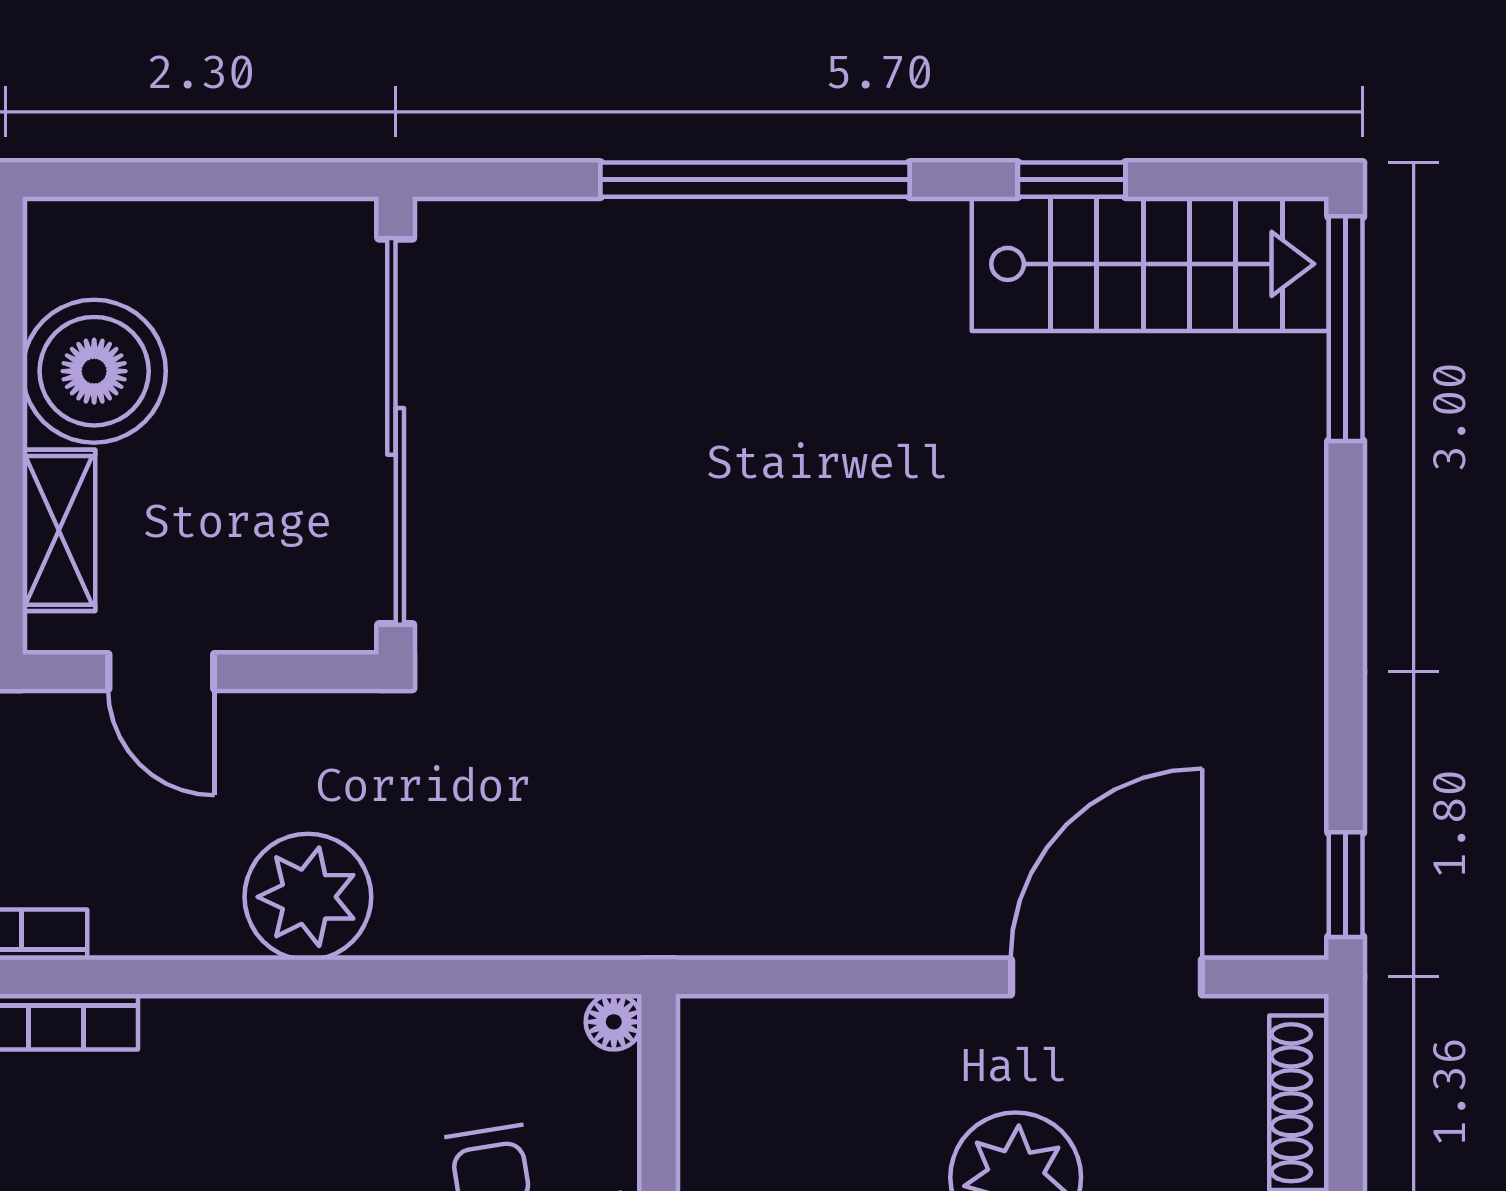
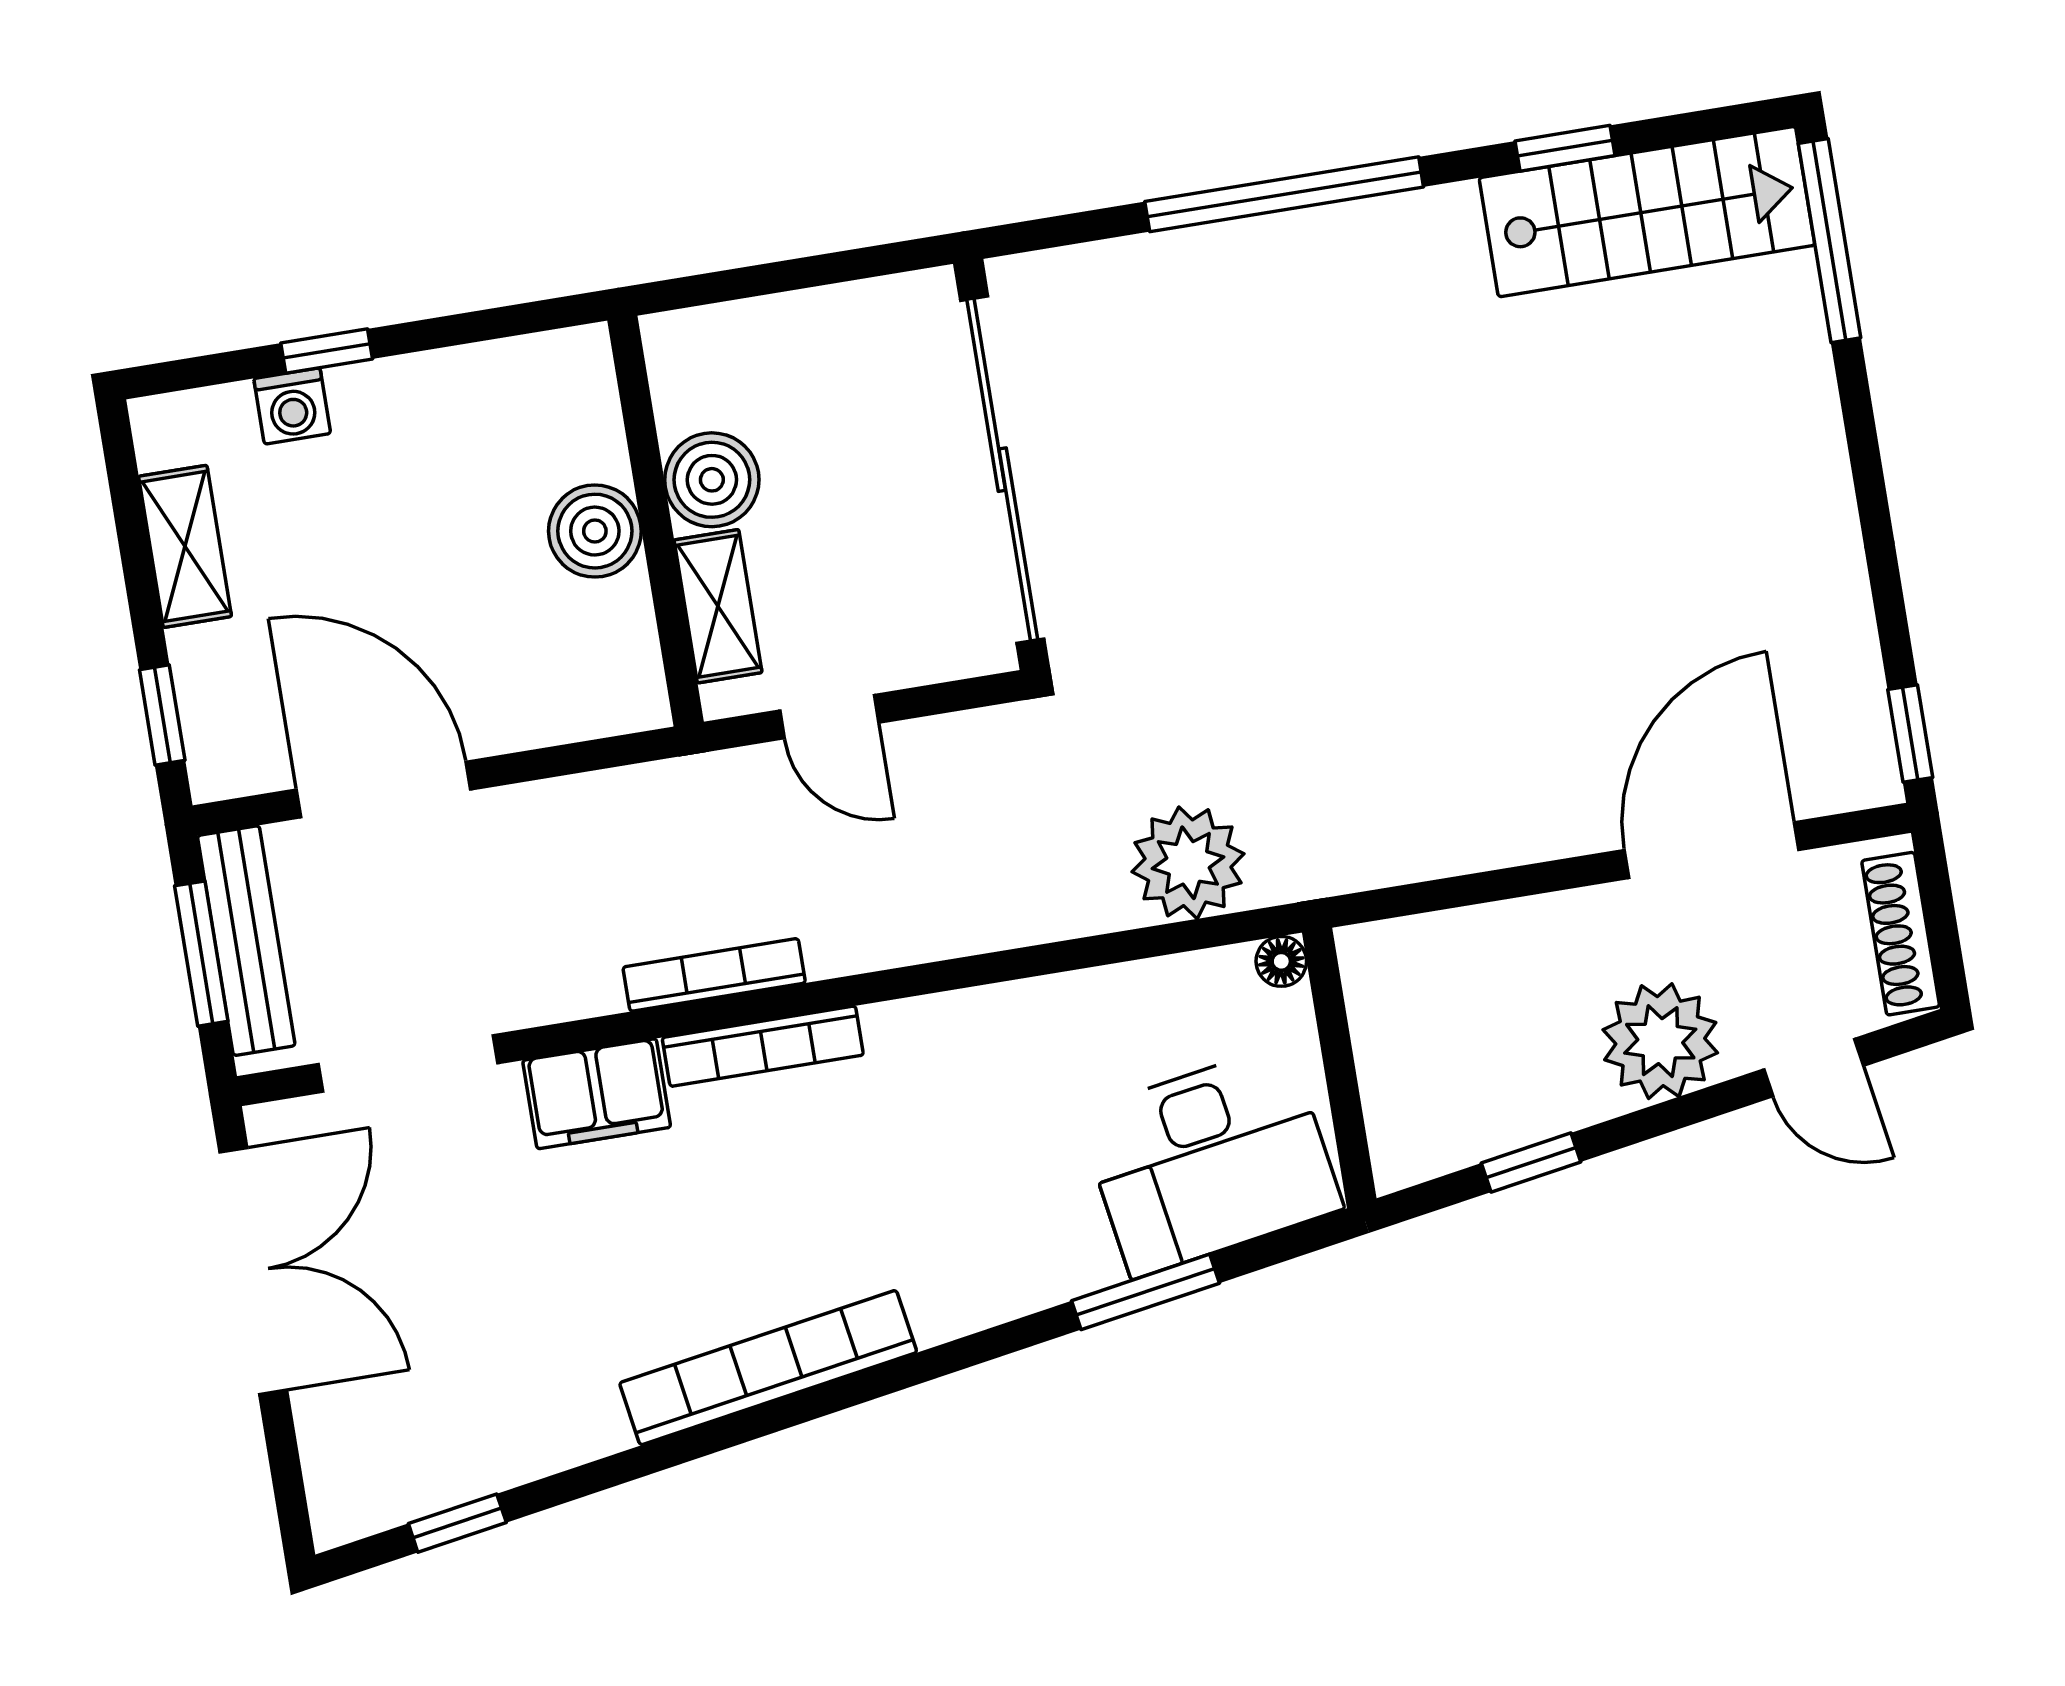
boiler: (94, 371) -> (712, 480), width x0.73, depth x0.73
plant: (308, 897) -> (1188, 863), moved

